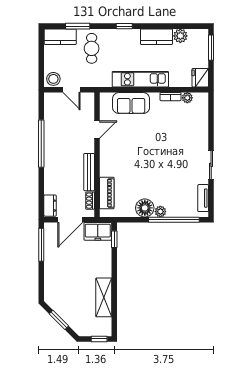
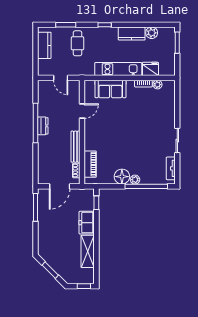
kitchen counter: (60, 37) -> (44, 45), moved, turned -90
fridge: (200, 78) -> (150, 69), moved, turned 90
stool: (53, 79) -> (46, 69), removed
dresser: (50, 206) -> (43, 126), moved
freezer: (98, 231) -> (87, 223), moved, turned 90

